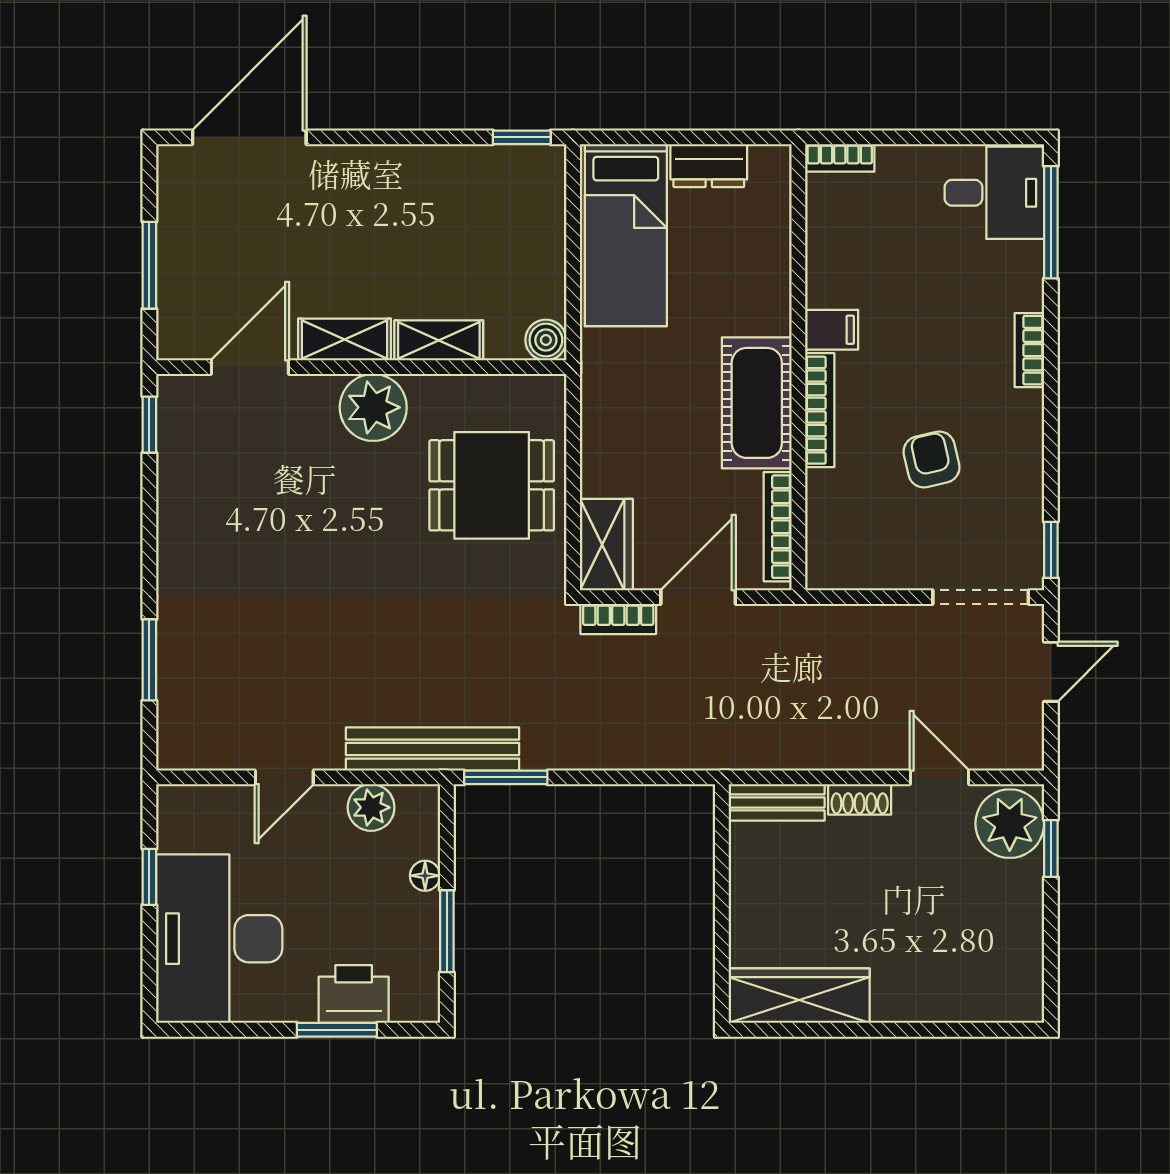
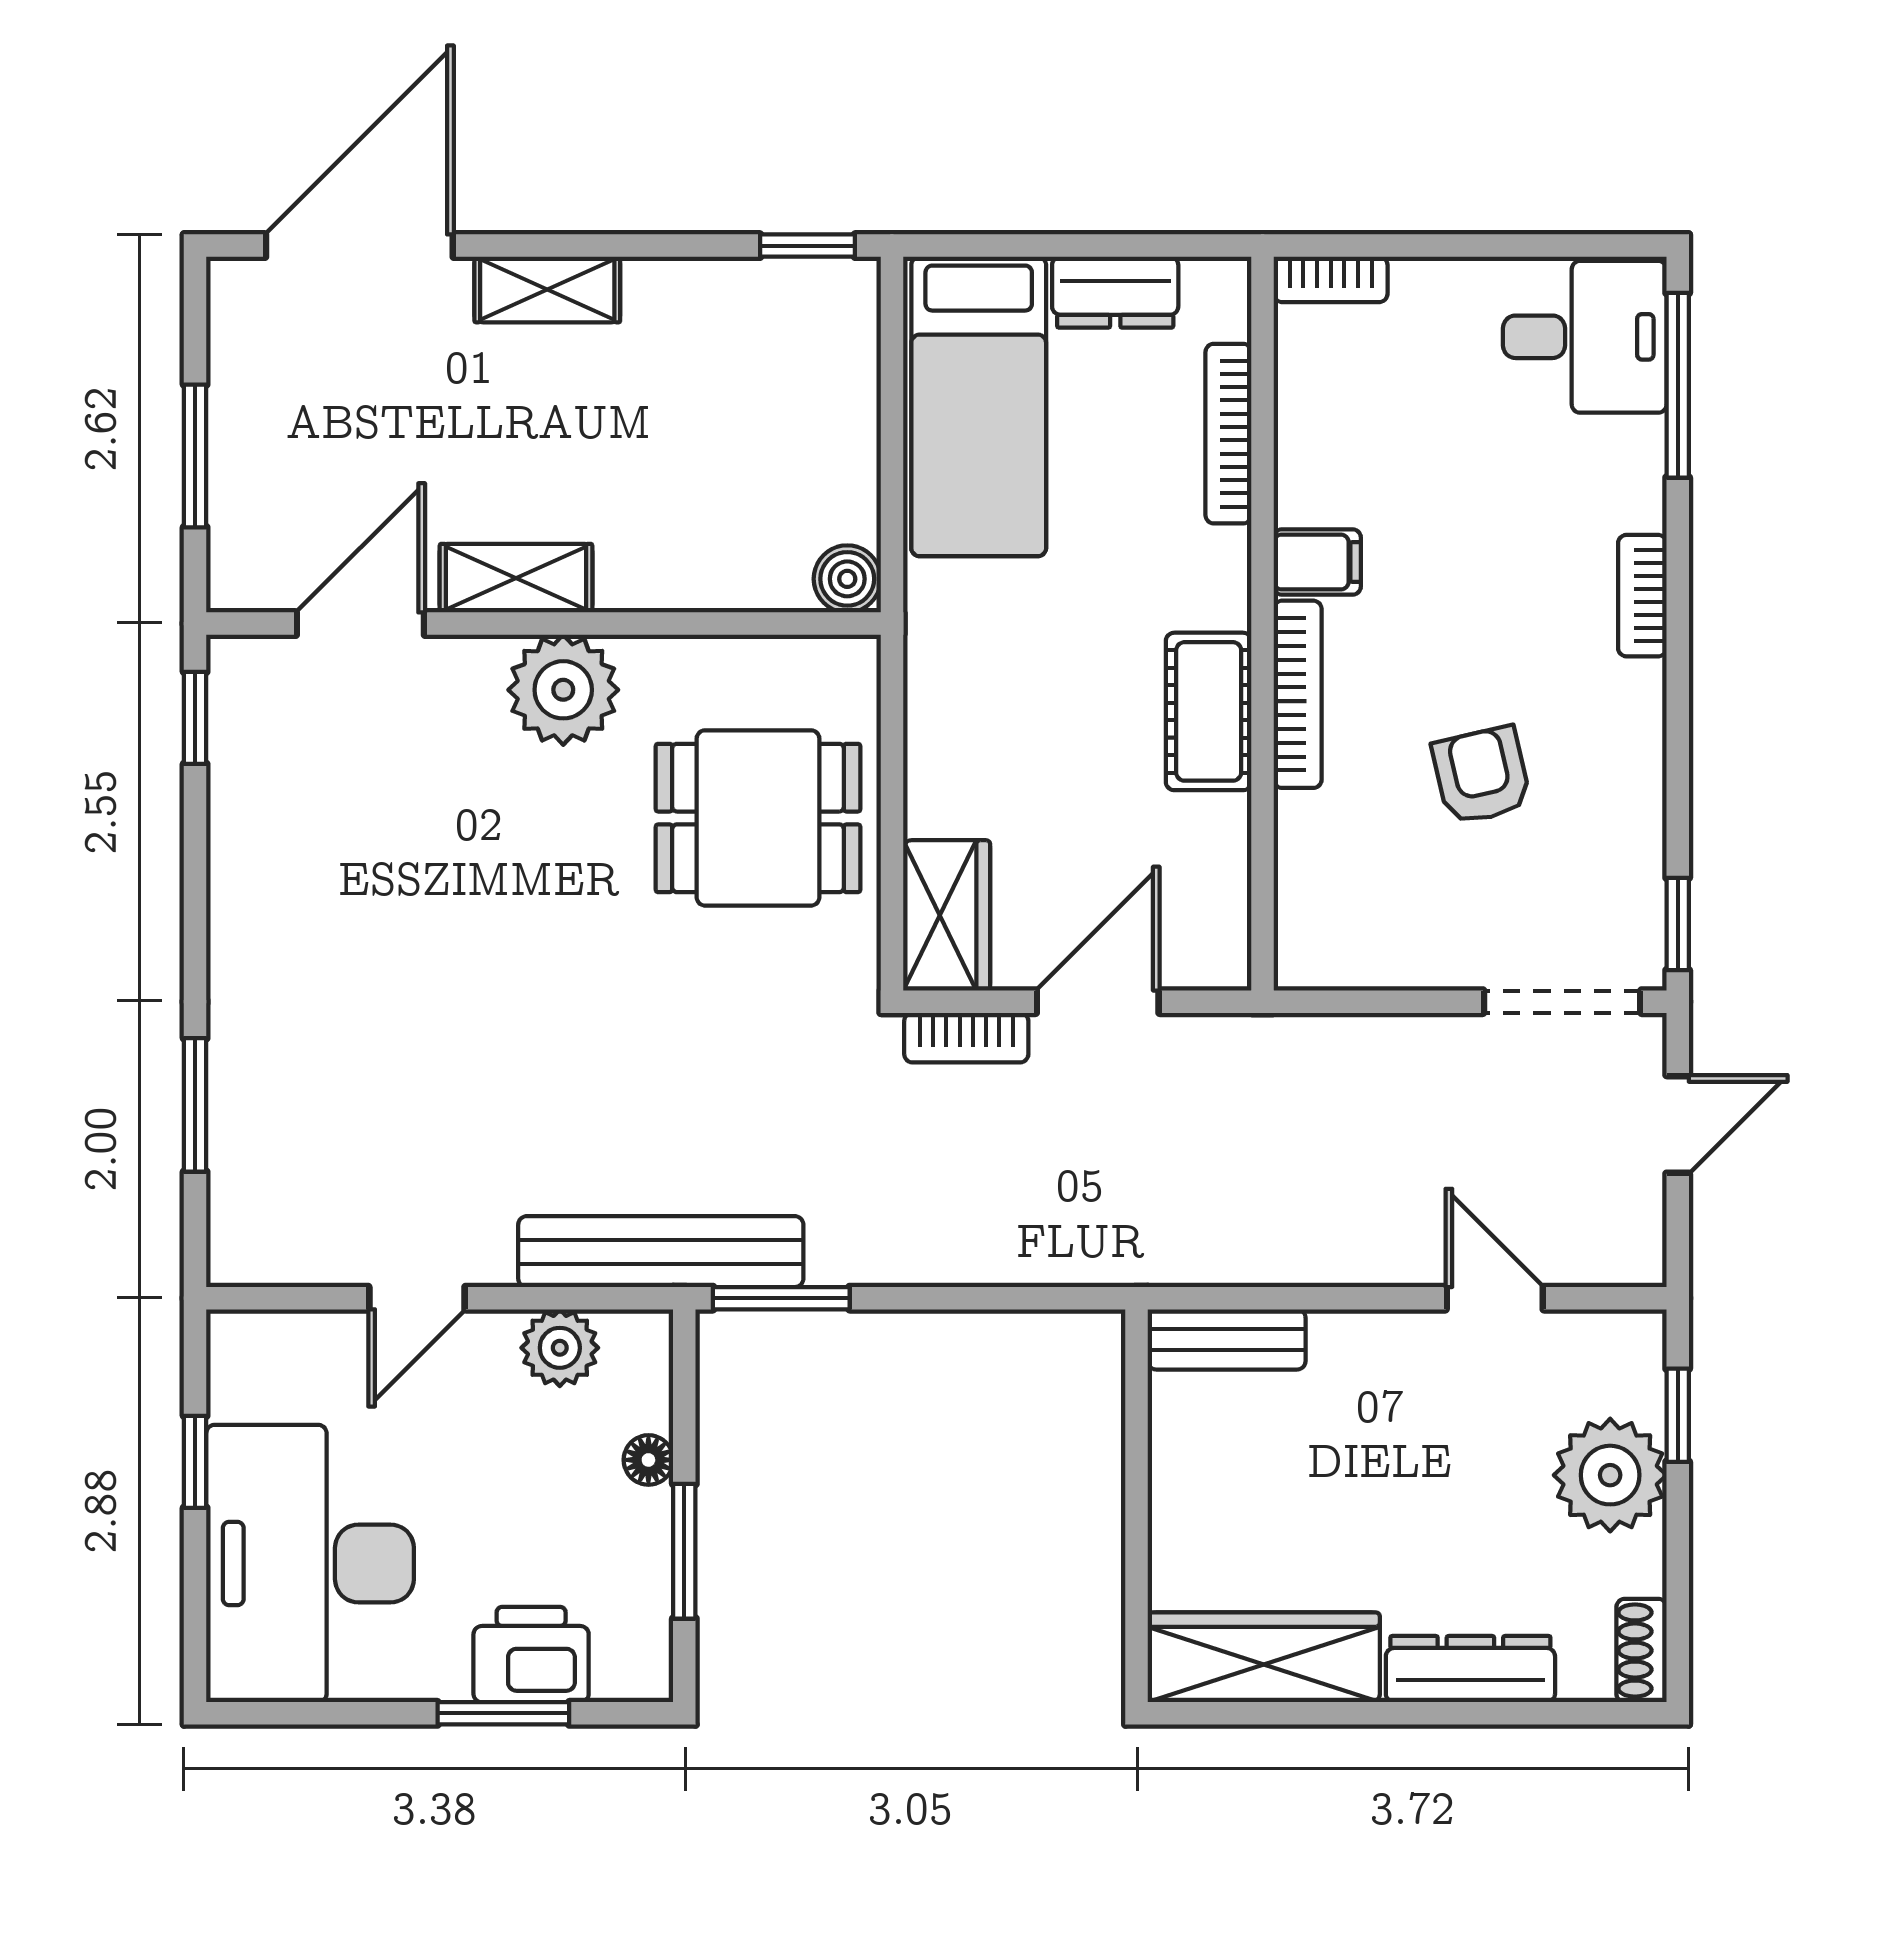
shelving: (439, 340) -> (547, 289), moved
cot: (757, 403) -> (1209, 711), width x0.73, depth x0.75
bookcase: (778, 527) -> (1228, 434), moved
shoe rack: (860, 799) -> (1641, 1650), moved, turned 90
plant: (1010, 824) -> (1610, 1475), moved
dresser: (925, 1003) -> (1470, 1669), added

